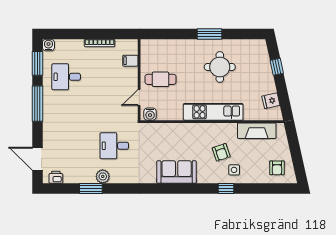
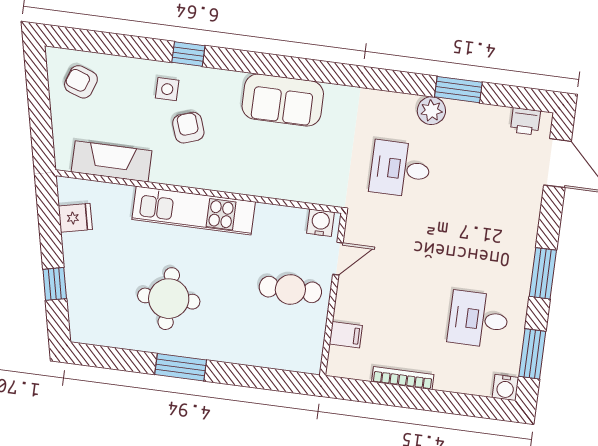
desk: (66, 77) -> (478, 319), turned 180
window: (37, 104) -> (543, 273), width x0.69
desk: (114, 146) -> (400, 169), turned 180
armchair: (277, 168) -> (81, 82), turned -71

